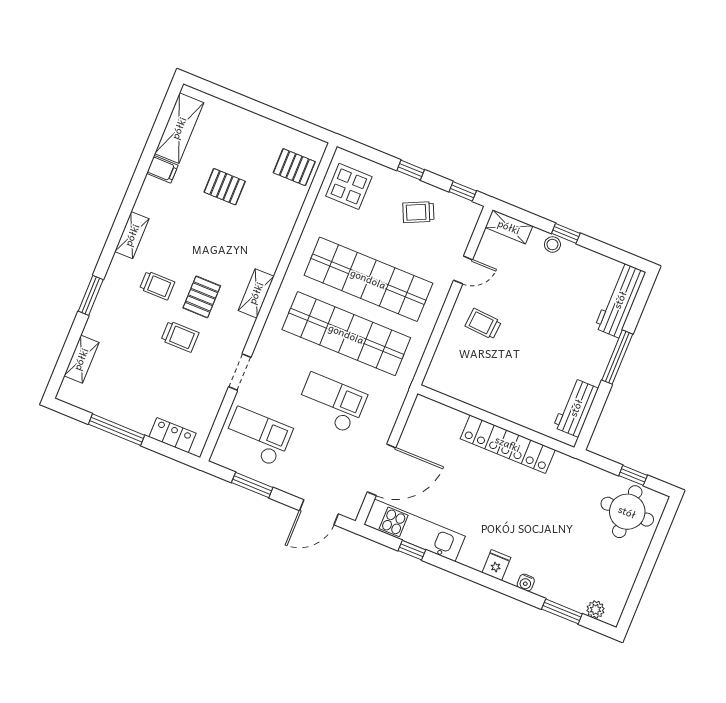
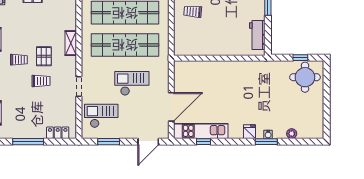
locker: (508, 444) -> (230, 68), removed
plant: (596, 610) -> (292, 134), moved
window: (562, 611) -> (266, 142), moved

